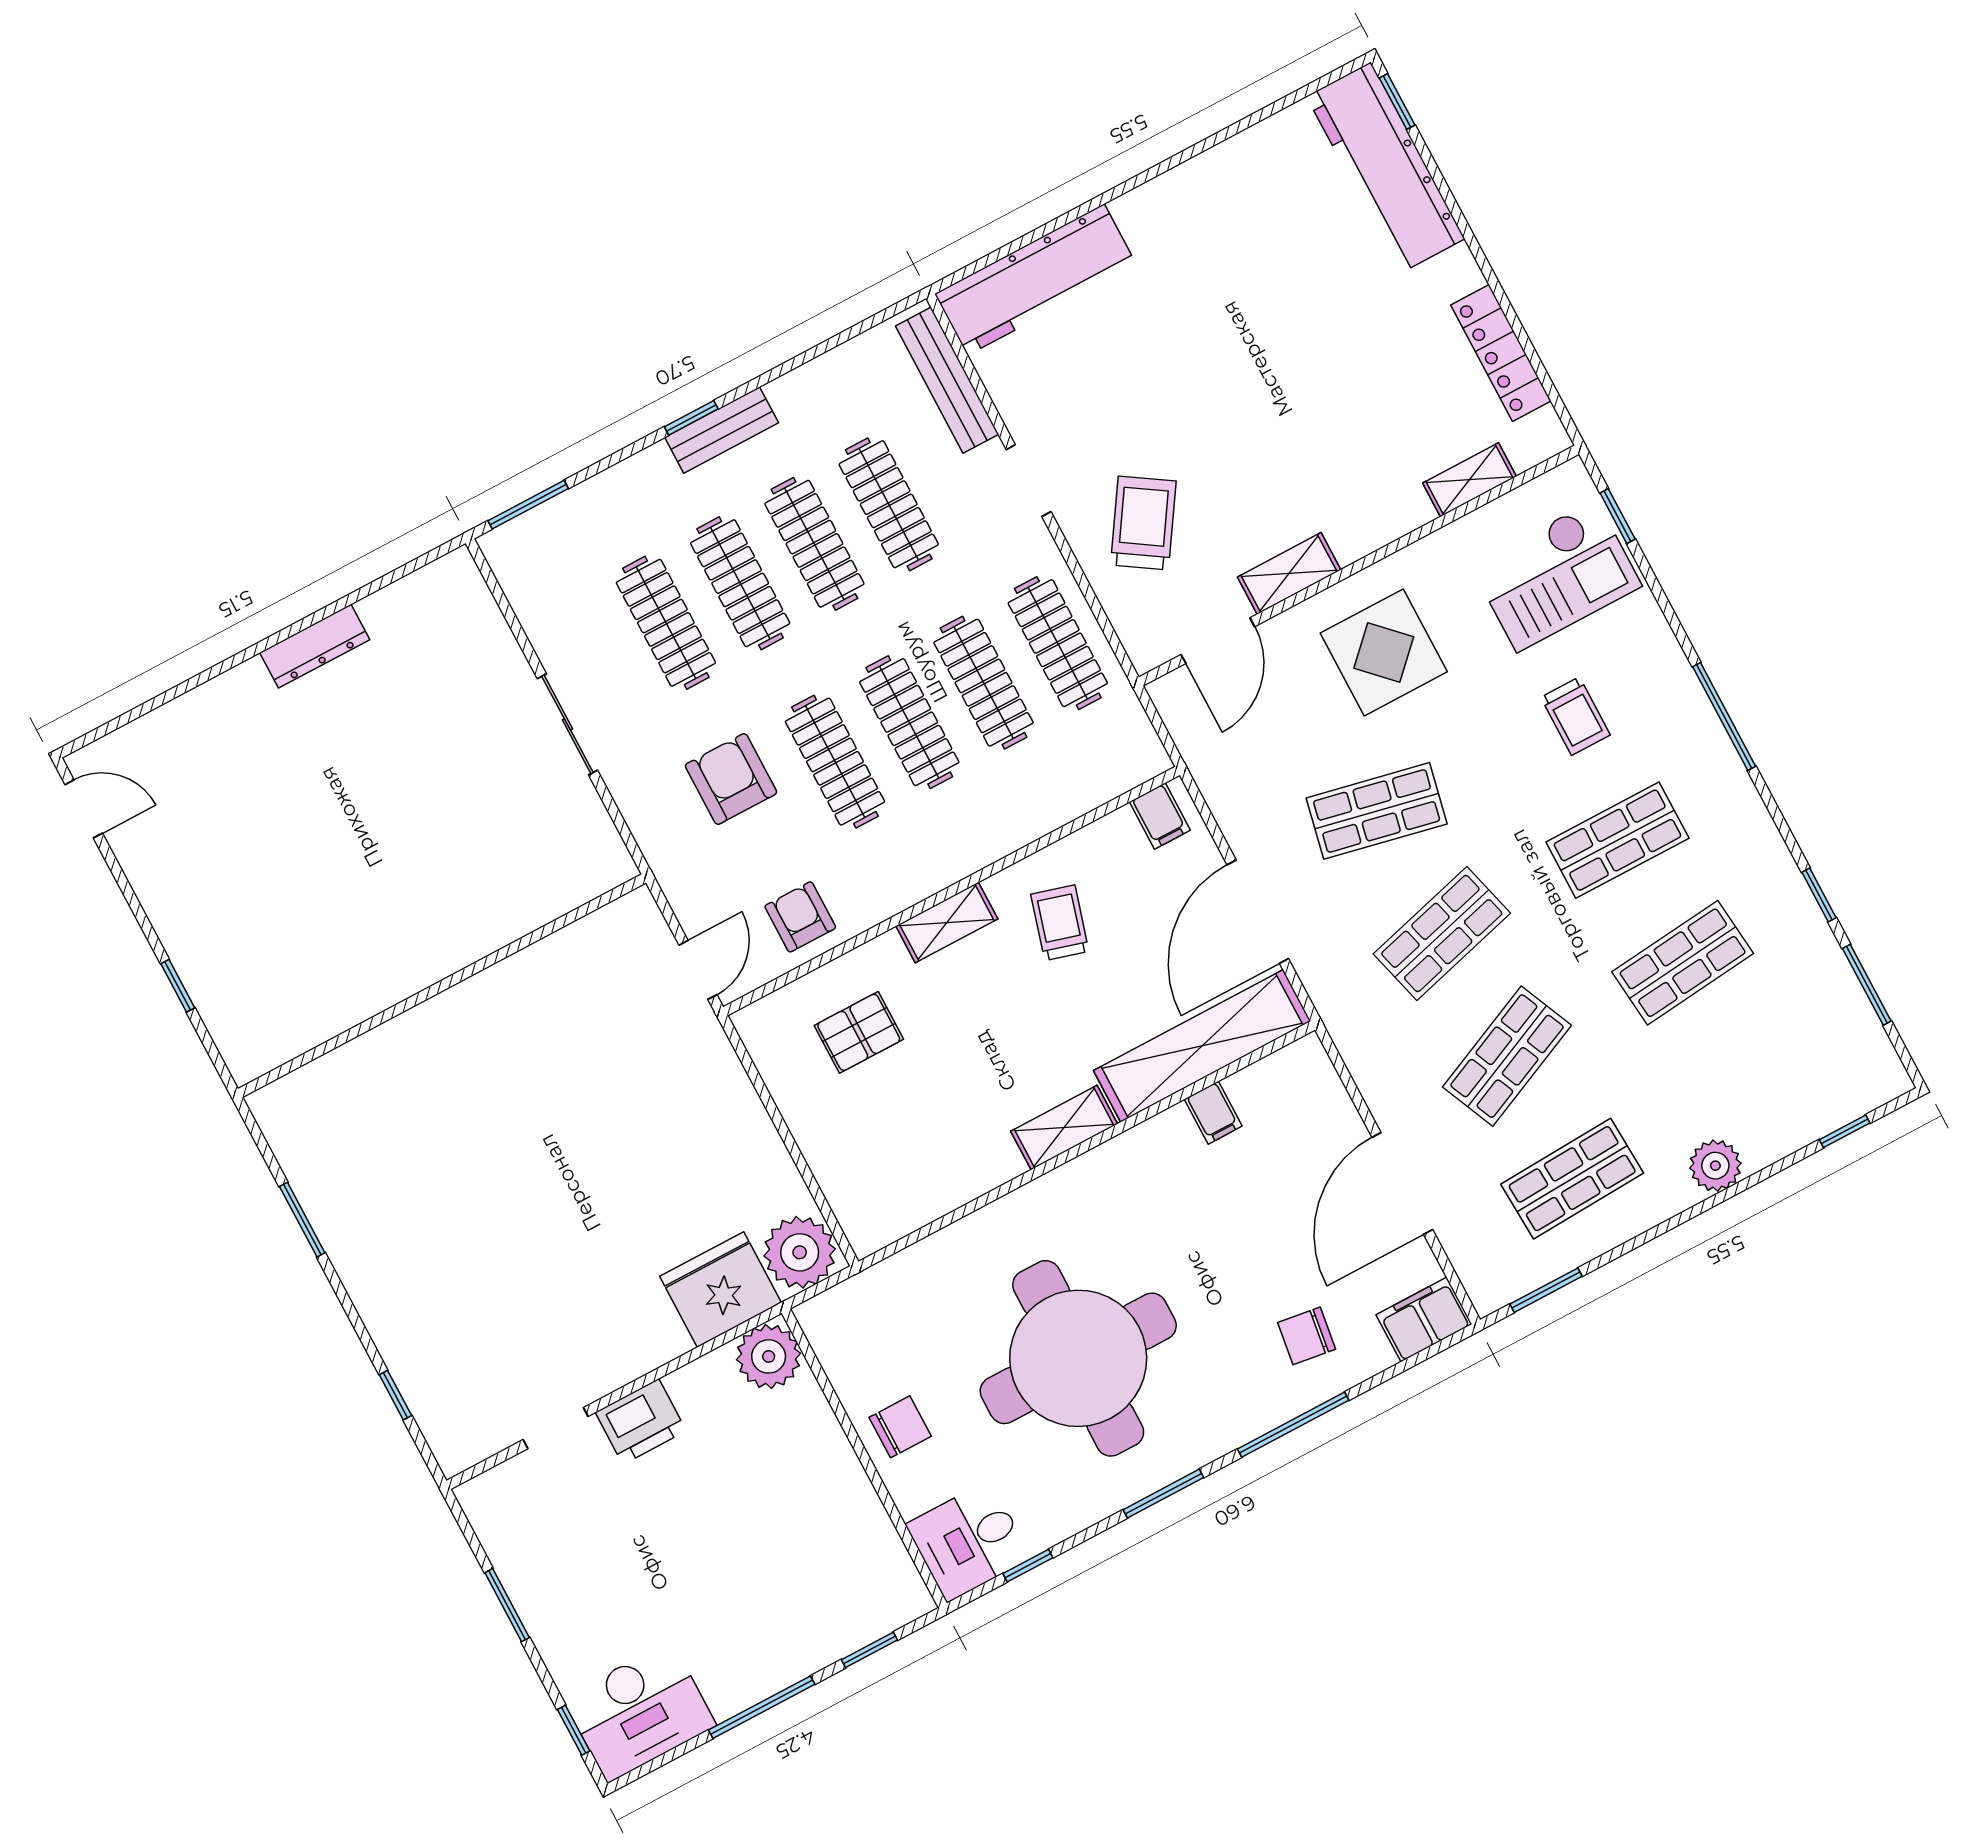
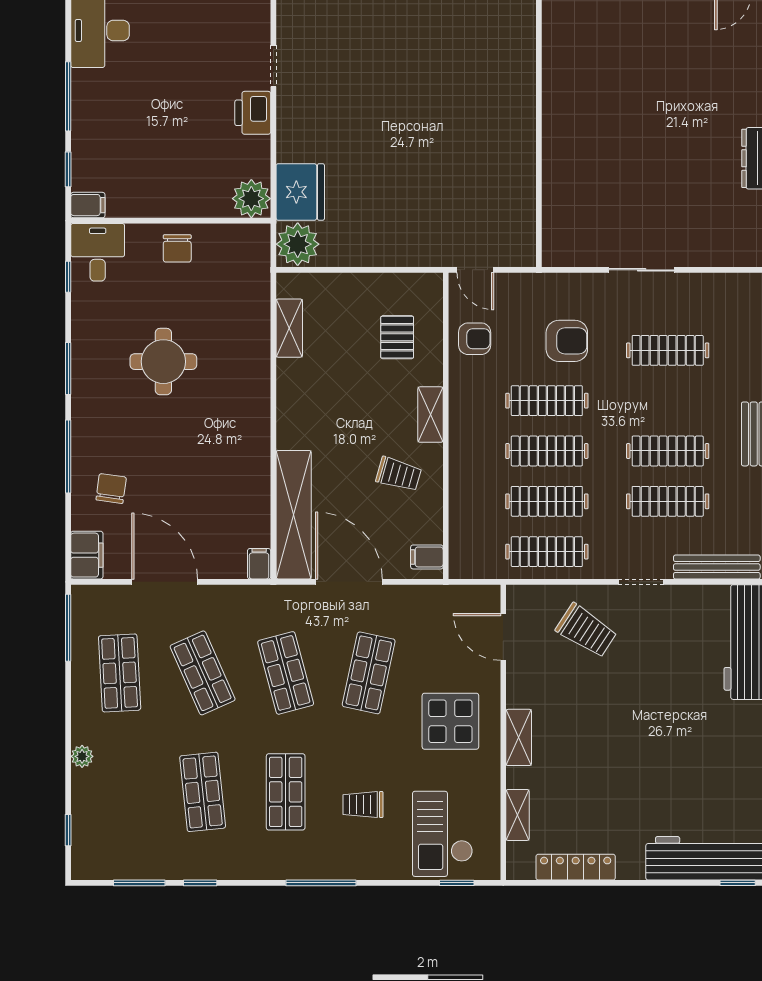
shelving: (1289, 573) -> (519, 737), moved
clothes rail: (740, 583) -> (668, 401), removed
filing cabinet: (1213, 1113) -> (259, 564), moved, turned 90
shelving: (1064, 1128) -> (289, 328), moved
plant: (1715, 1166) -> (82, 756), width x0.73, depth x0.73
window: (1546, 1290) -> (68, 628), width x1.44
round table: (1078, 1358) -> (163, 362), width x0.54, depth x0.54
filing cabinet: (906, 1593) -> (88, 205), added

